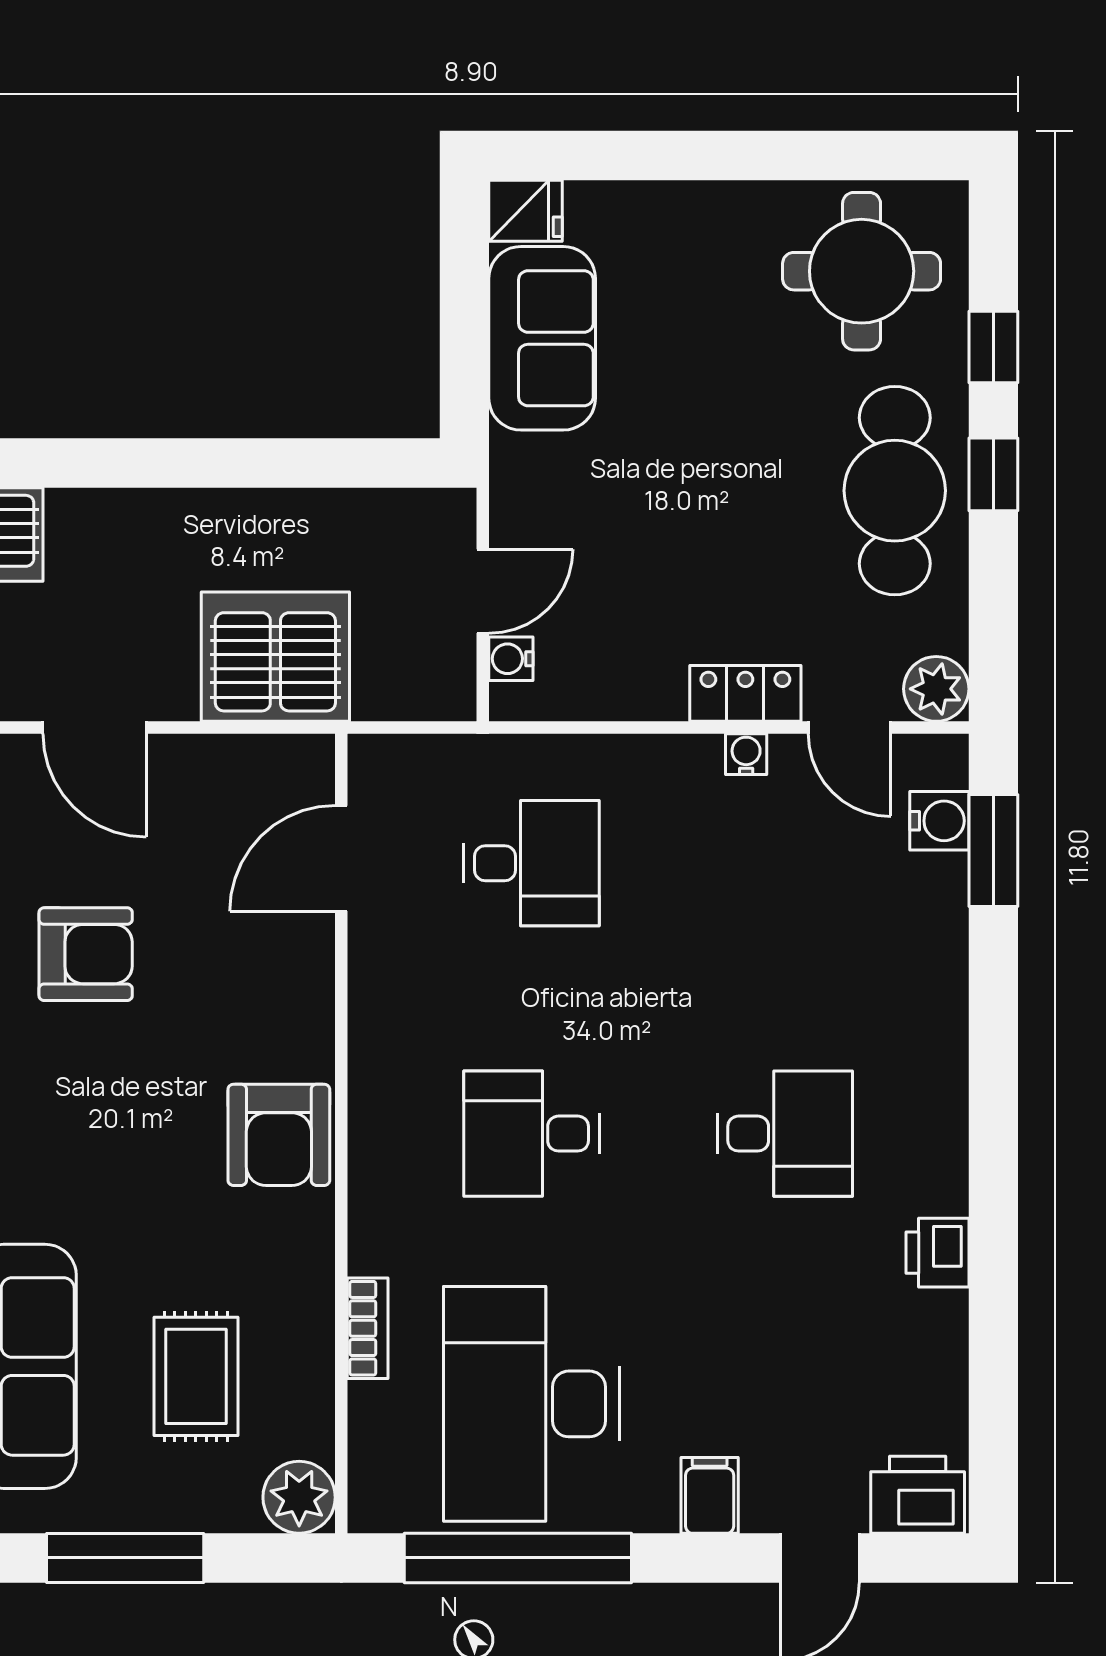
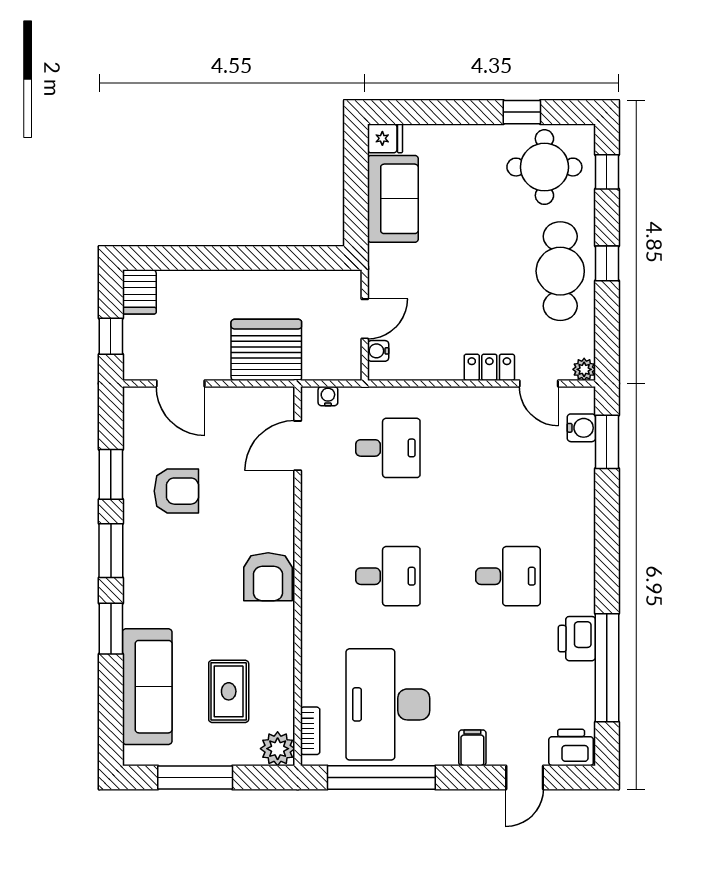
window: (814, 156) -> (522, 112), added
window: (993, 347) -> (607, 172), moved
plant: (936, 689) -> (584, 369), width x0.73, depth x0.73
water cooler: (746, 754) -> (328, 396), moved
desk: (532, 1134) -> (388, 576), turned 180
printer: (937, 1253) -> (577, 639), width x1.36, depth x1.24
window: (993, 1327) -> (607, 668), added
bookcase: (368, 1328) -> (310, 731), moved

